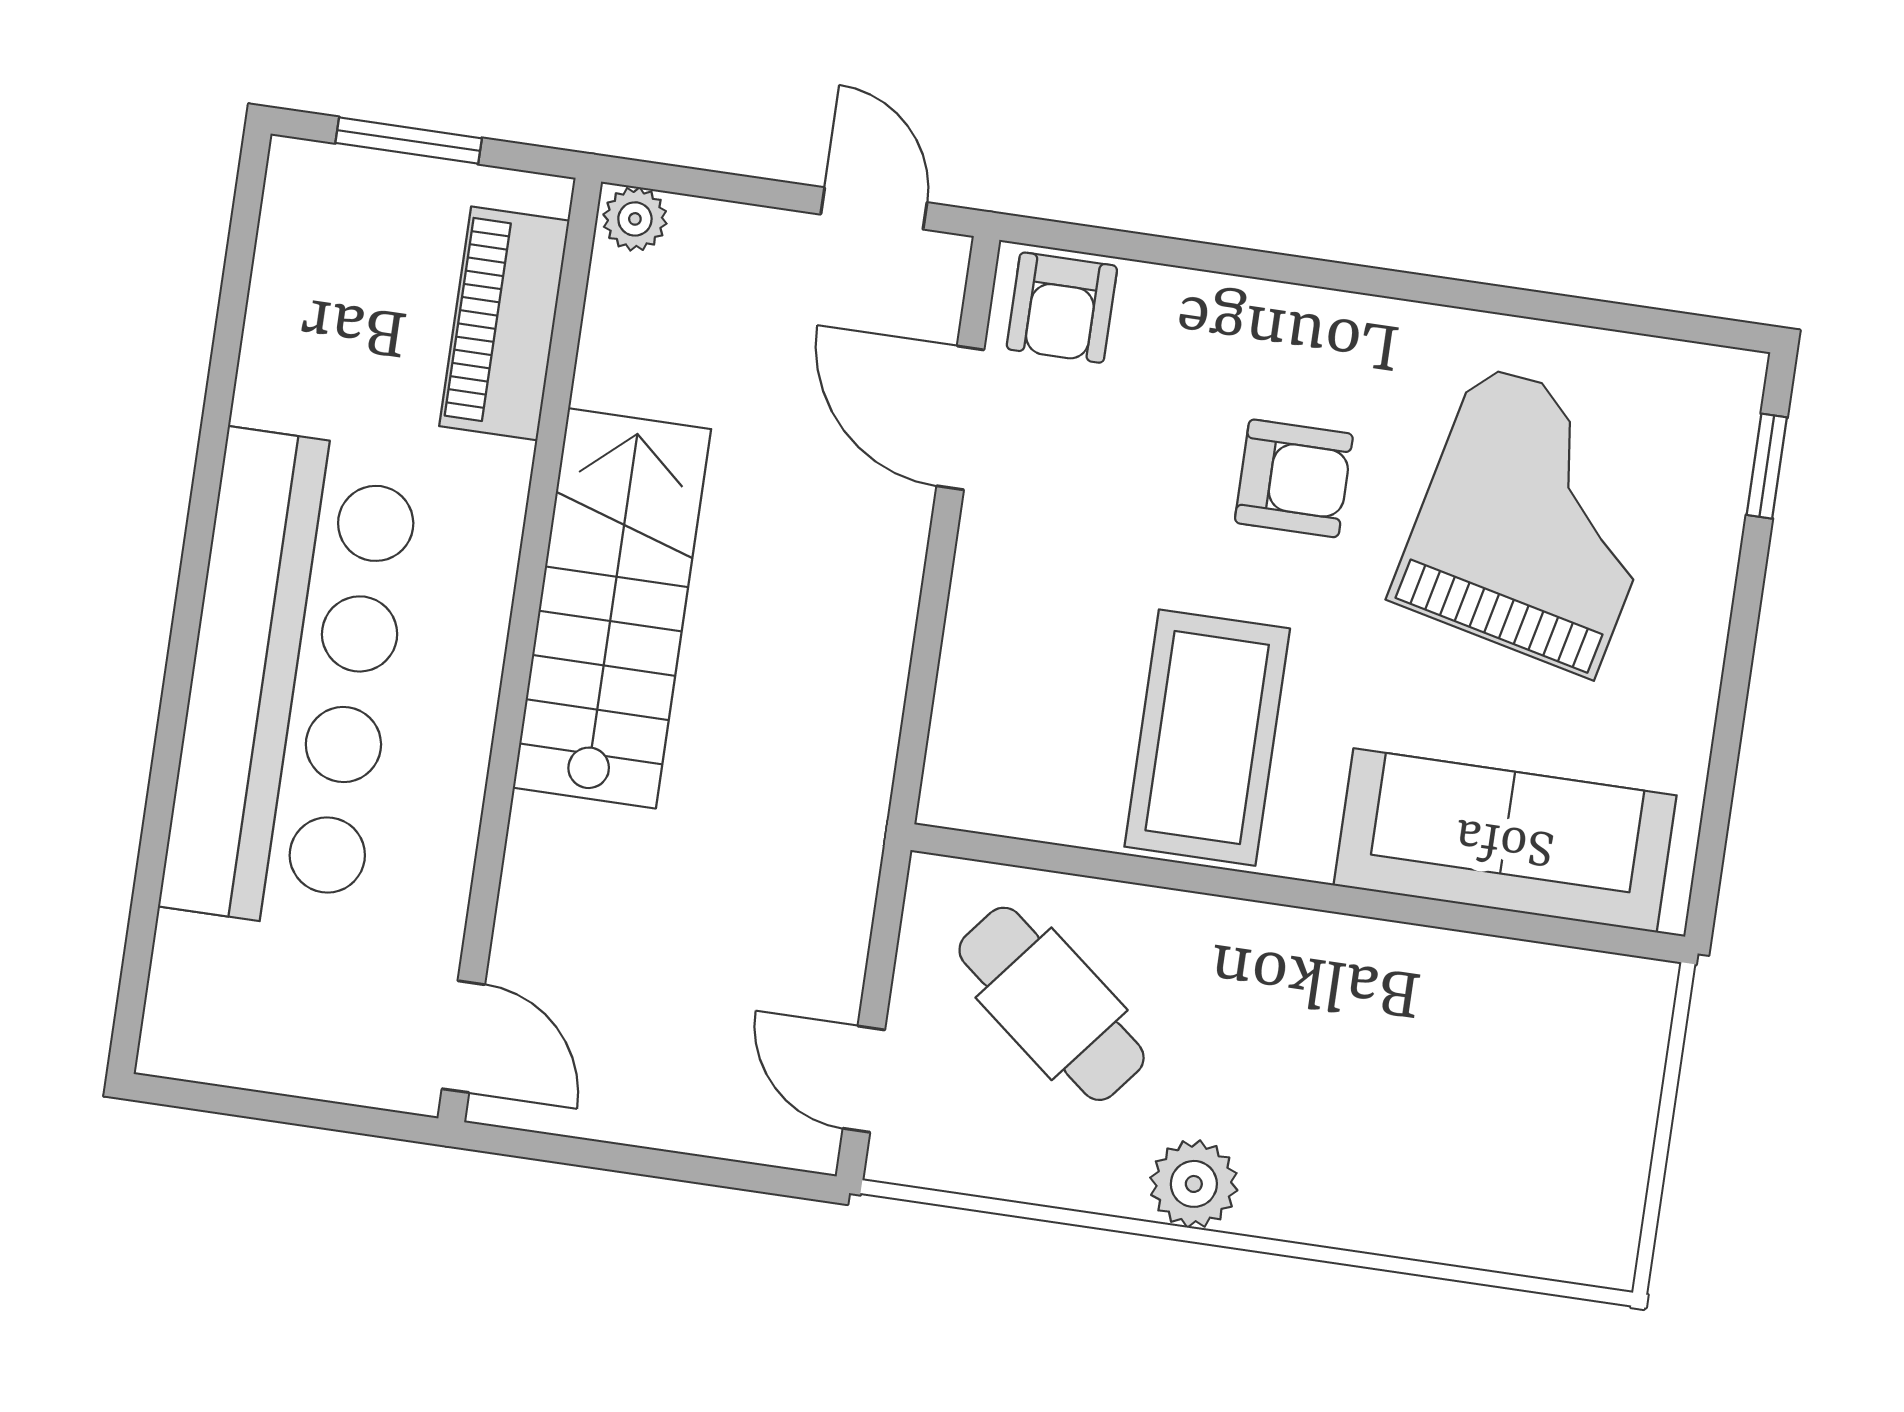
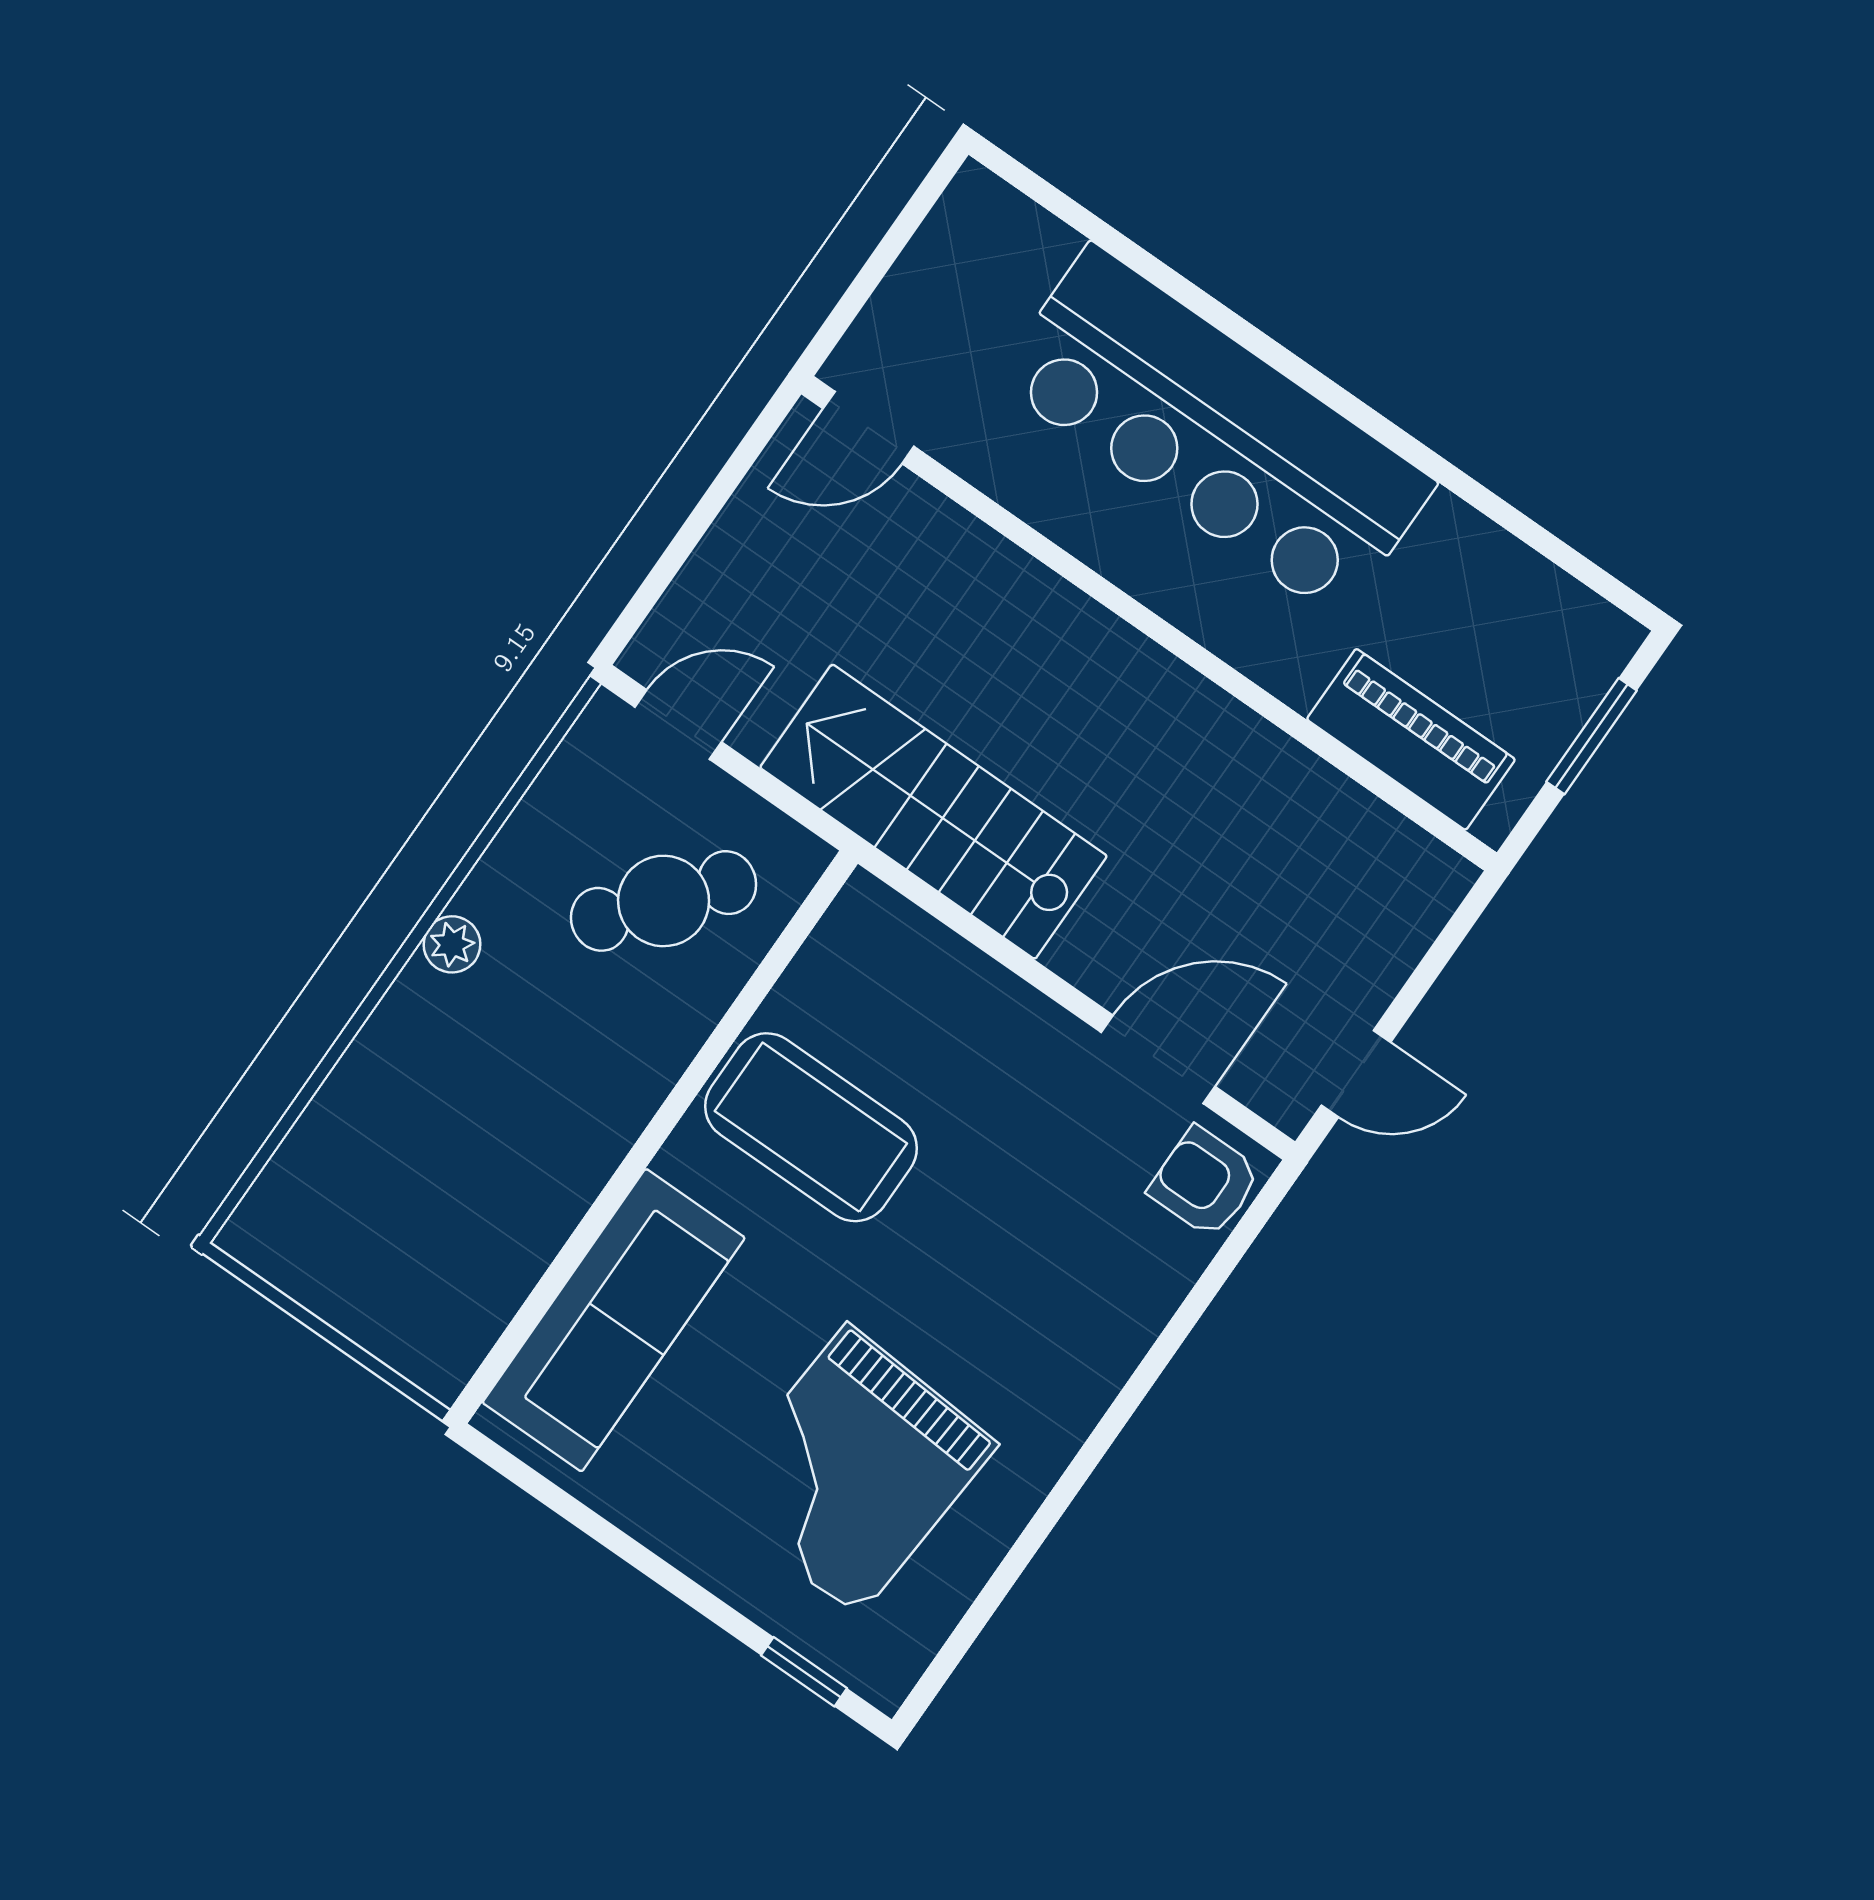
plant: (635, 219) -> (1441, 883), removed
armchair: (1294, 478) -> (980, 1297), removed
grand piano: (1537, 520) -> (852, 1471), turned 81
stairs: (612, 608) -> (933, 812), moved, turned 180
plant: (1194, 1184) -> (452, 944), width x0.73, depth x0.73

